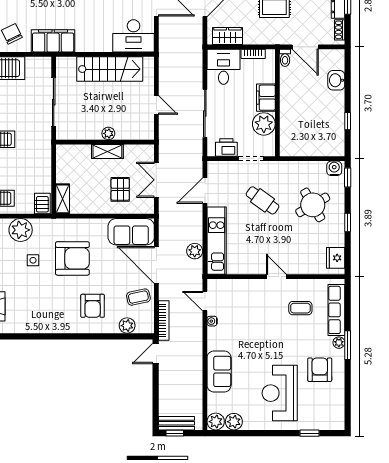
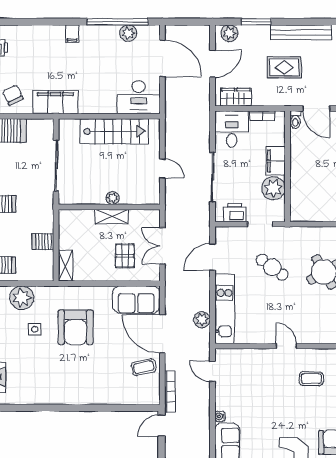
server rack: (42, 203) -> (43, 242), moved, turned -90
armchair: (72, 258) -> (75, 327), turned 90
armchair: (93, 306) -> (96, 376), removed
water cooler: (212, 321) -> (220, 416), moved
plant: (127, 326) -> (132, 397), removed

